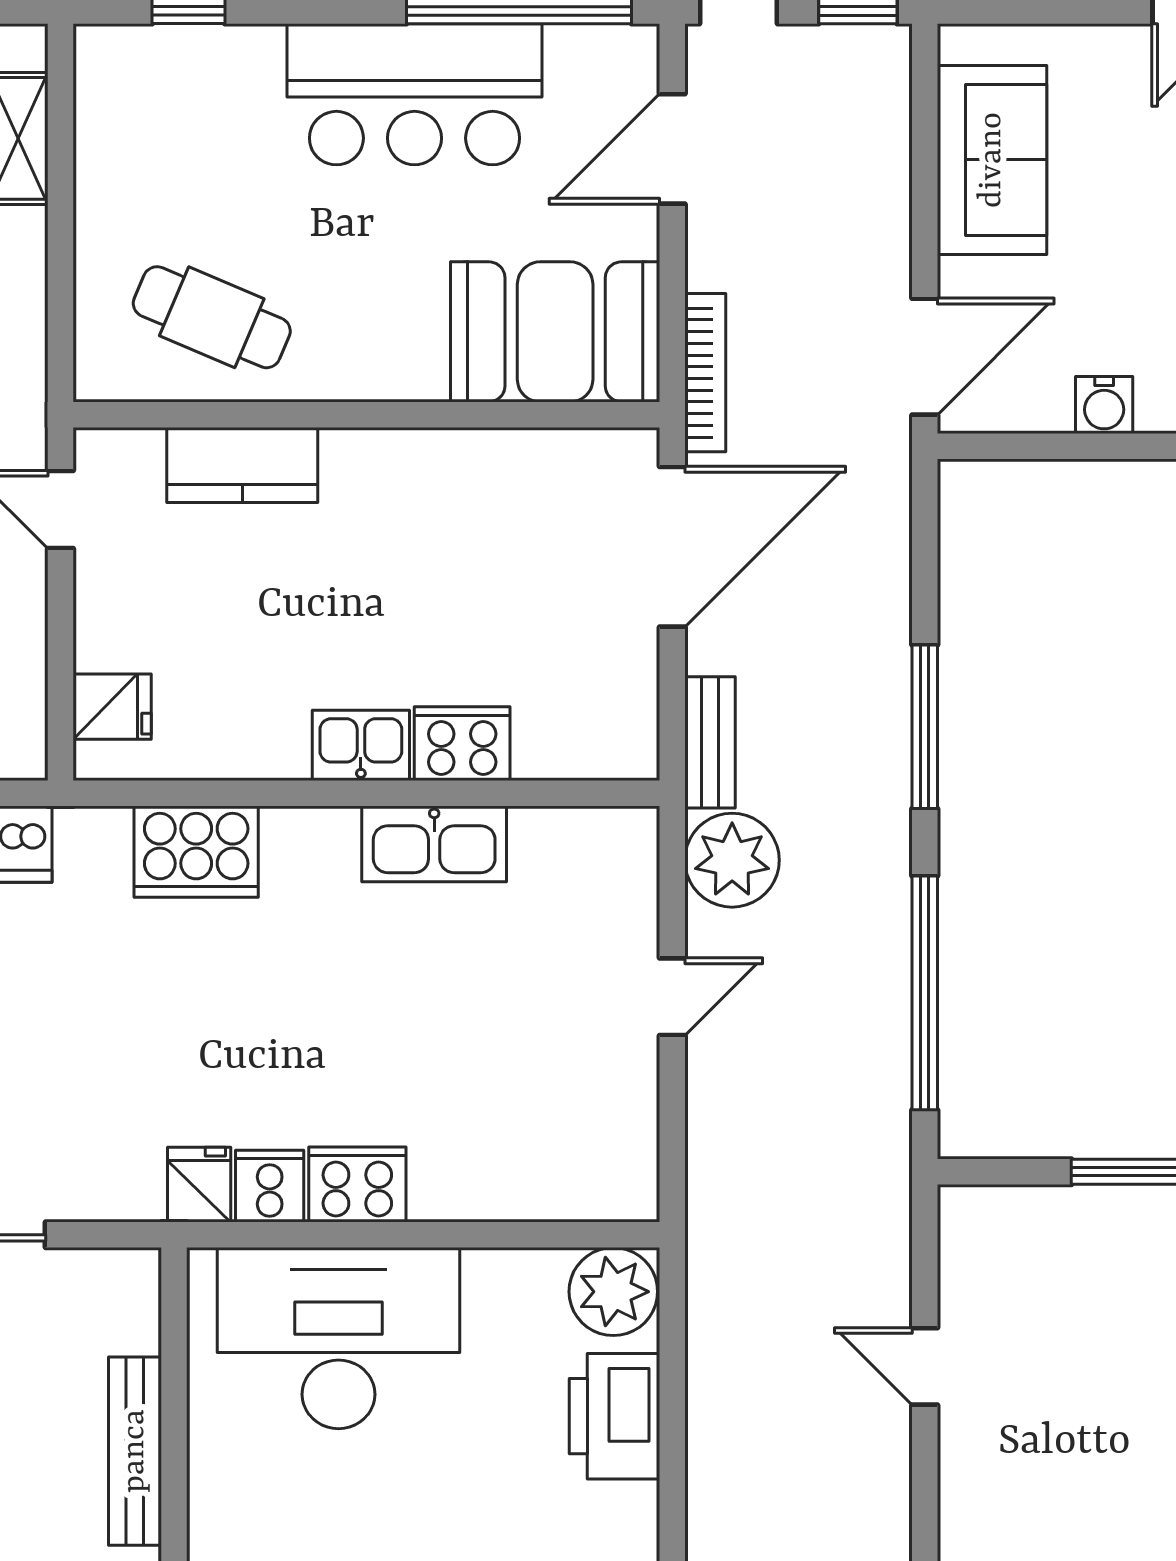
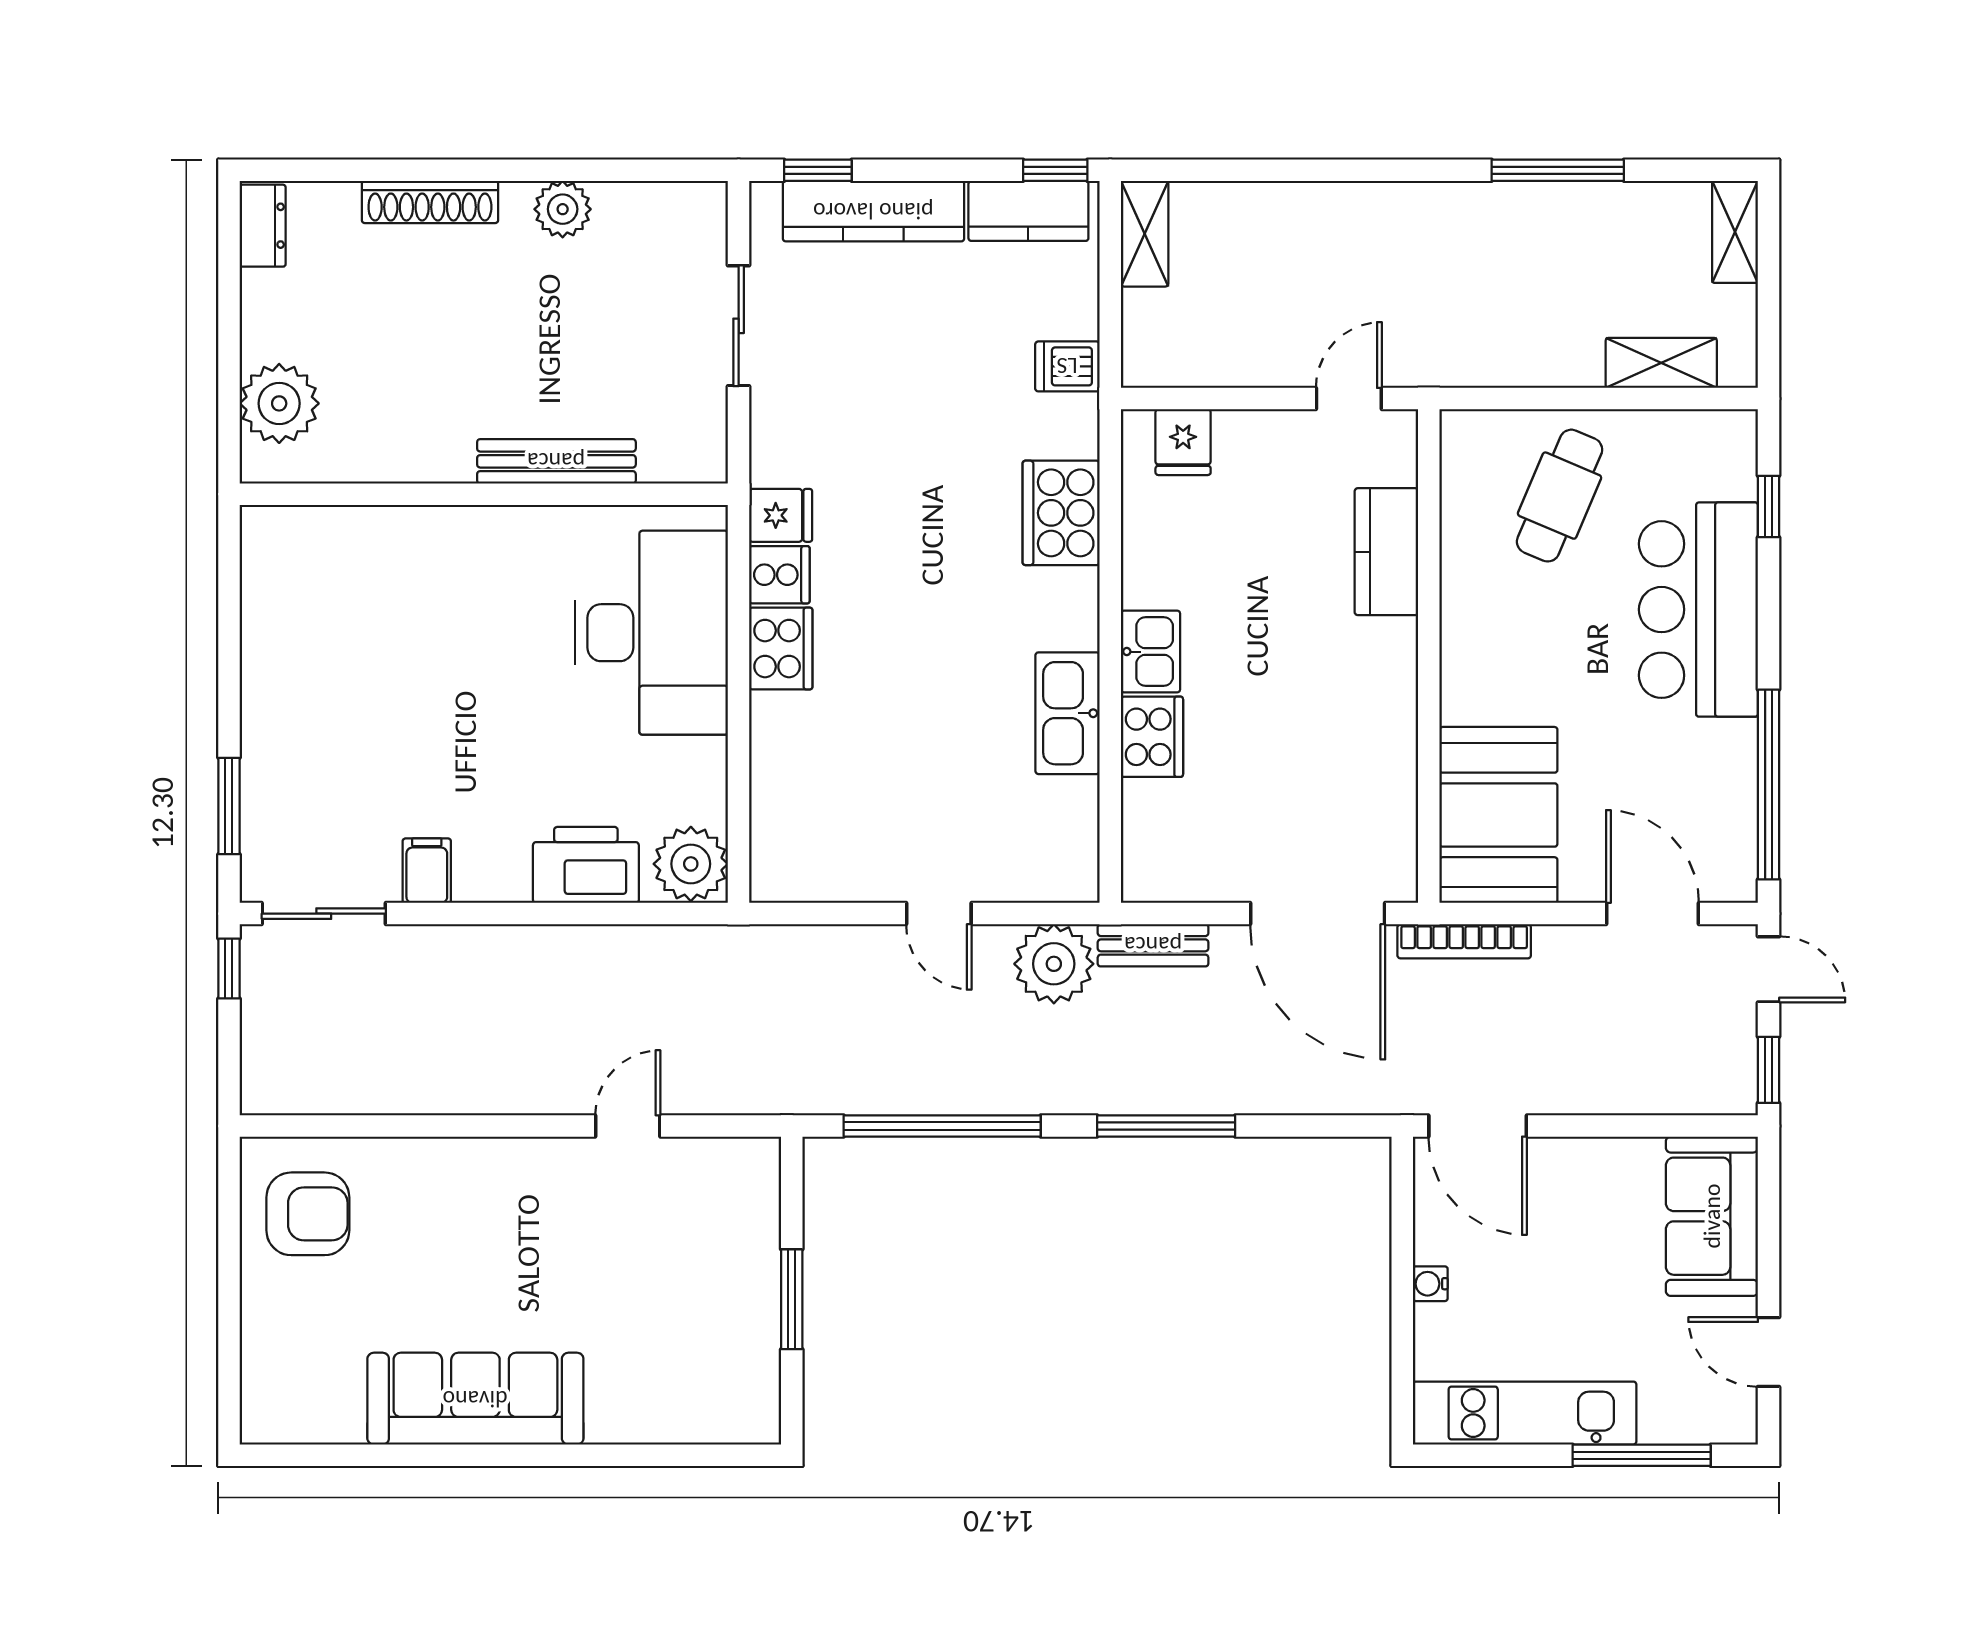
bar counter: (415, 94) -> (1698, 610), moved
sofa: (992, 160) -> (1712, 1216), moved, turned 90
cafe table: (212, 317) -> (1560, 496), moved
water cooler: (1104, 405) -> (1430, 1284), width x0.72, depth x0.72

